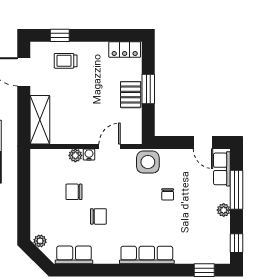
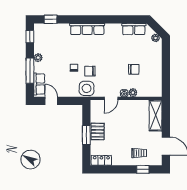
chair: (98, 216) -> (90, 71), moved

